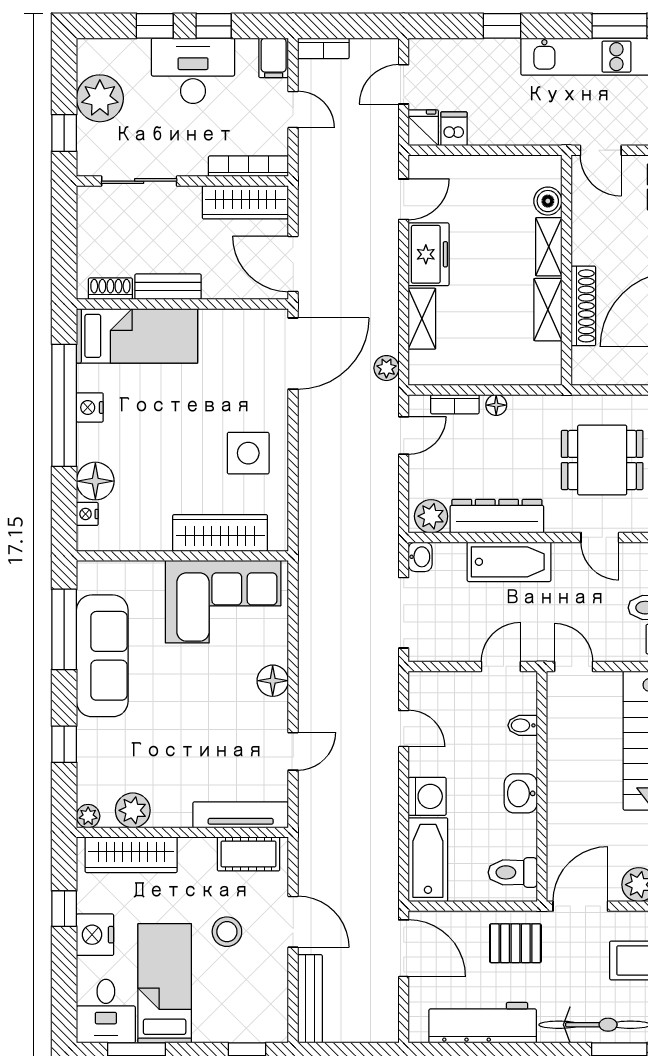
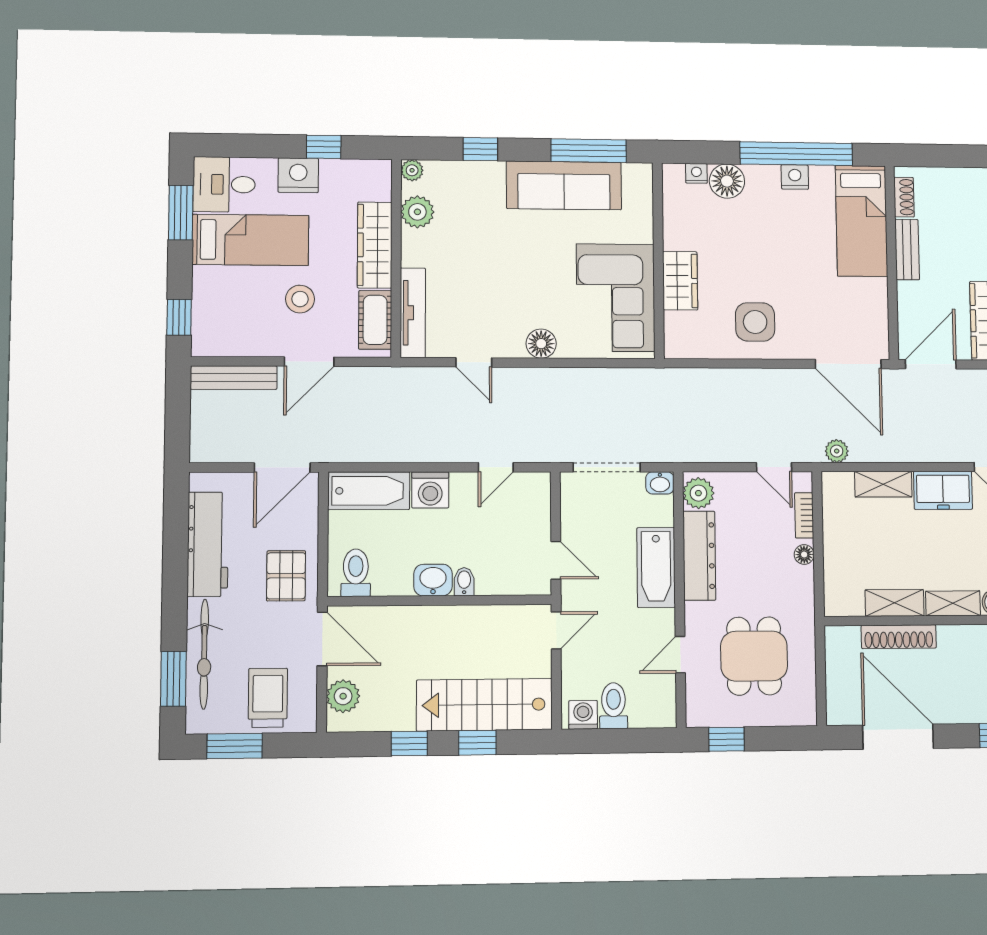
wardrobe: (220, 533) -> (680, 281), width x0.67
bidet: (523, 725) -> (464, 582), moved
wardrobe: (131, 855) -> (375, 245), moved

